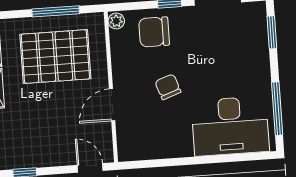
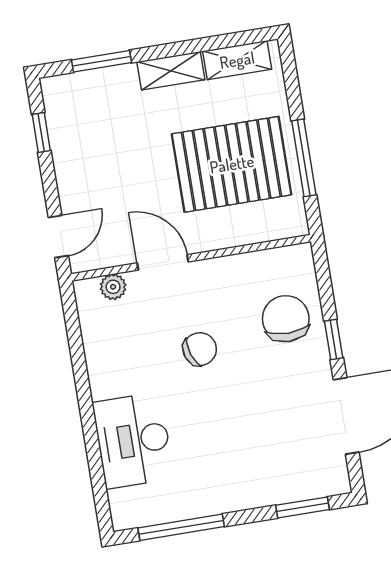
plant: (116, 21) -> (113, 287), moved
pallet: (55, 57) -> (232, 164), turned 90
desk: (230, 126) -> (133, 440), width x0.73, depth x0.77

